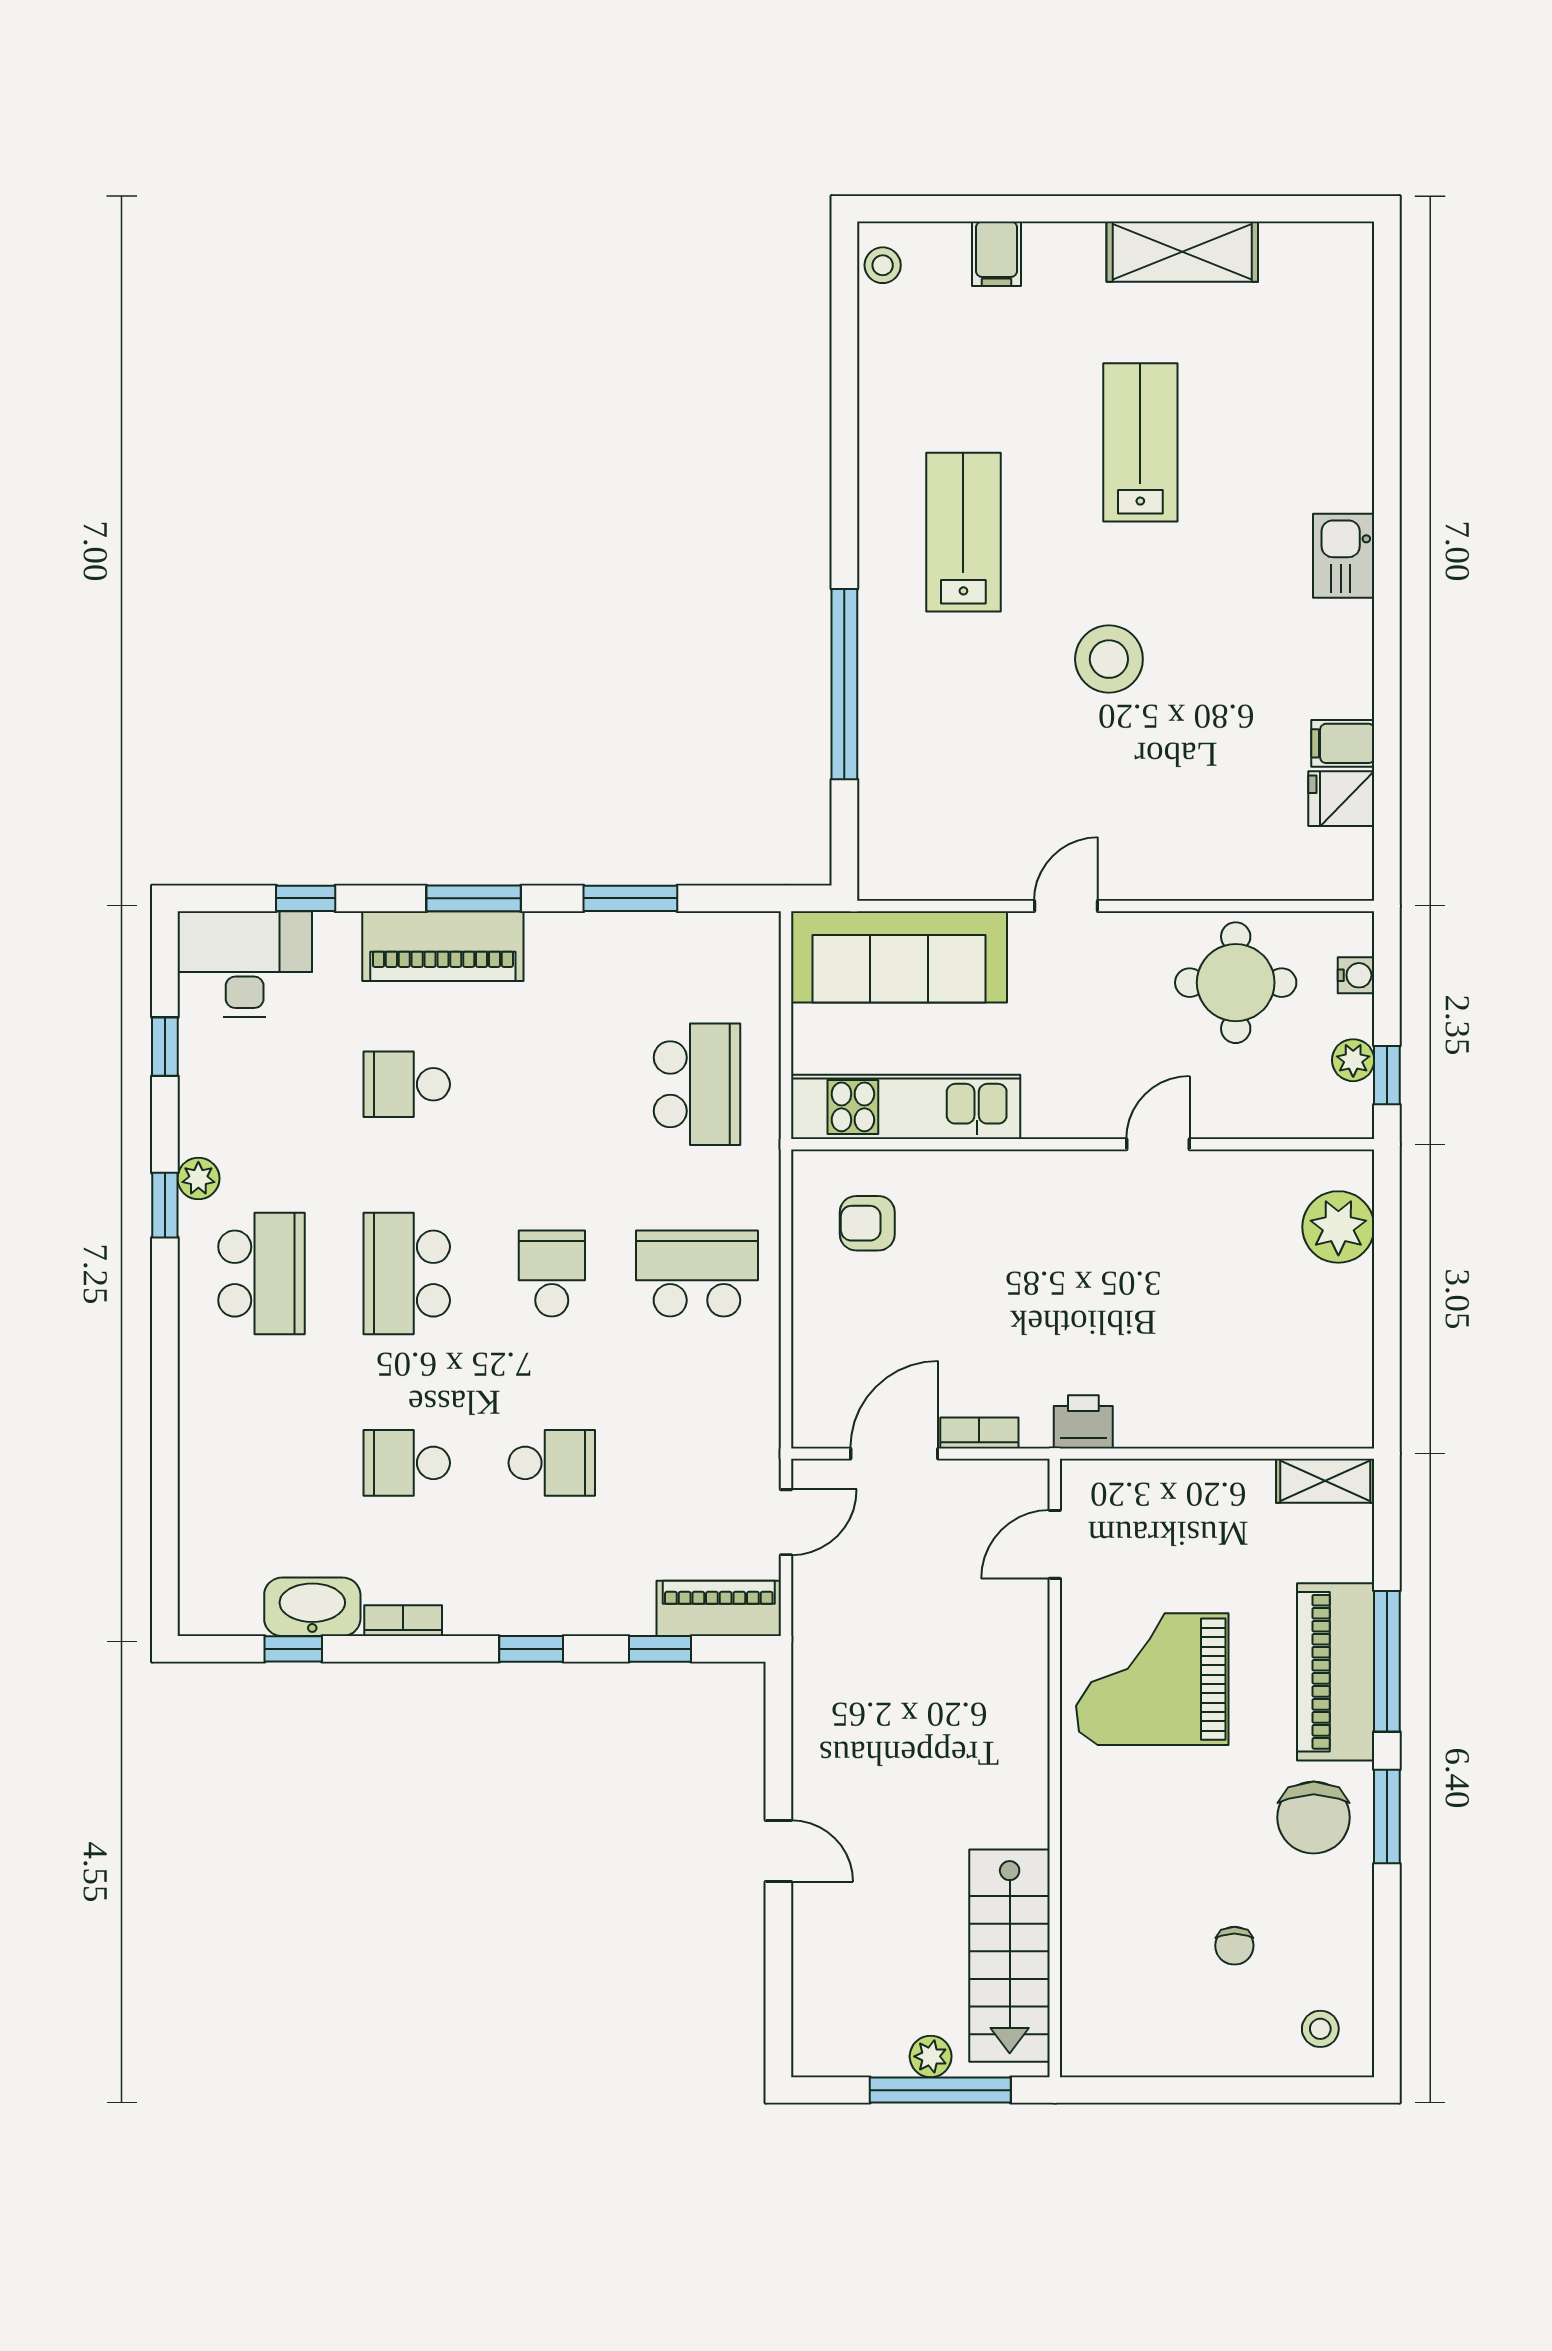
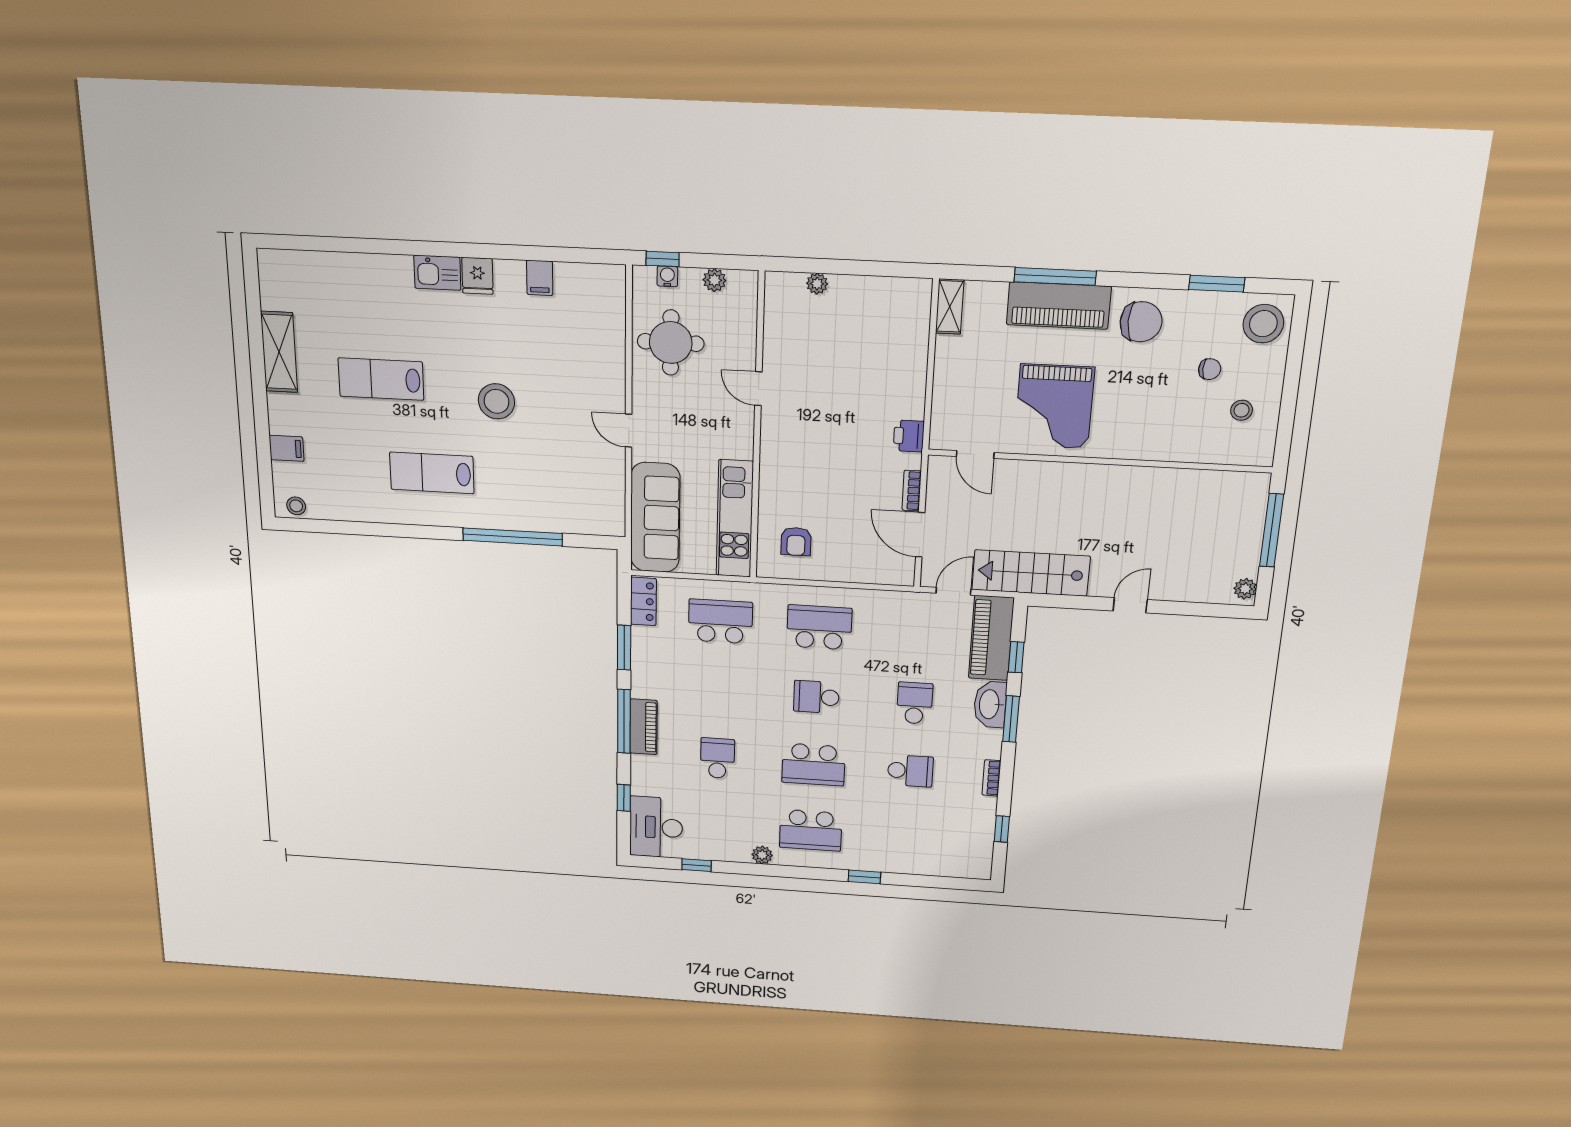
fridge: (1341, 799) -> (477, 276), moved
window: (474, 898) -> (624, 721), width x1.44
locker: (729, 936) -> (643, 601), added
piano: (443, 946) -> (644, 727), width x0.73, depth x0.75
window: (1387, 1075) -> (663, 259), moved
school desk: (407, 1084) -> (717, 758), turned 180
window: (165, 1205) -> (864, 877), moved
plant: (1338, 1227) -> (817, 284), width x0.53, depth x0.53
school desk: (262, 1274) -> (811, 830), turned 180
school desk: (697, 1274) -> (819, 627), turned 90
school desk: (407, 1463) -> (910, 771), turned -90
door: (786, 1522) -> (953, 591), hinge flipped
washbasin: (312, 1607) -> (990, 704), moved
piano: (719, 1608) -> (991, 638), width x1.37, depth x1.33
window: (531, 1649) -> (1011, 719), width x1.50
window: (1387, 1816) -> (1217, 284), moved
stairs: (1010, 1956) -> (1031, 573), moved, turned 180
stool: (1162, 2010) -> (1242, 410), added
stool: (1320, 2029) -> (1263, 324), width x1.89, depth x1.89
plant: (931, 2056) -> (1245, 589), moved

